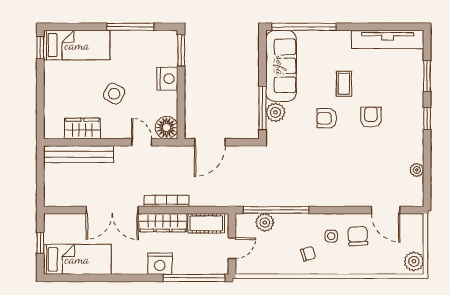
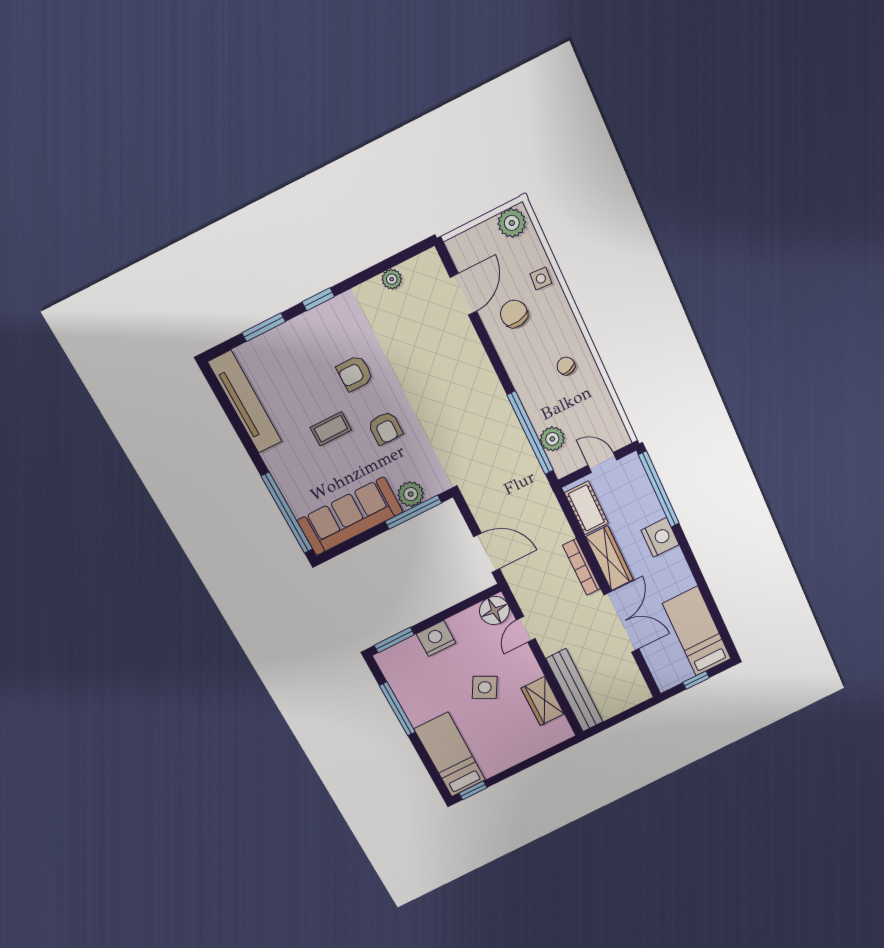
side table: (331, 236) -> (541, 279), moved
chair: (358, 236) -> (514, 314), turned 85

